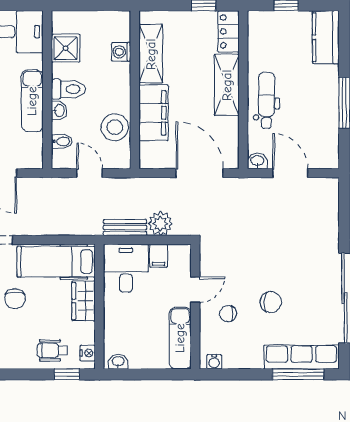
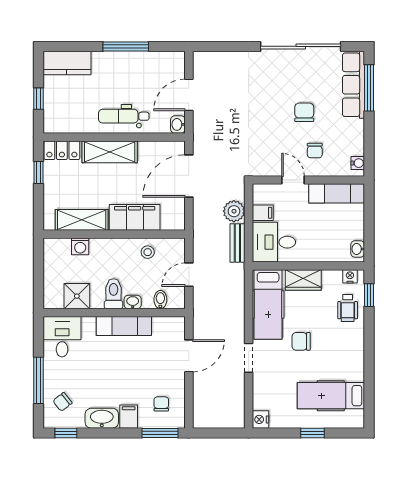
stool: (115, 127) -> (148, 252), width x0.53, depth x0.53
chair: (15, 299) -> (301, 341), turned 180

